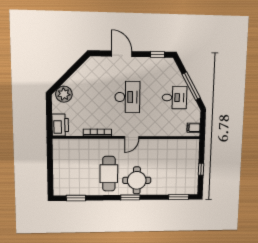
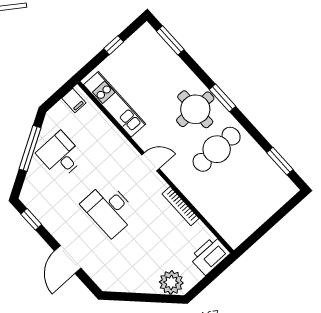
desk: (127, 97) -> (109, 209), turned -90
kitchen unit: (174, 145) -> (115, 104), added

